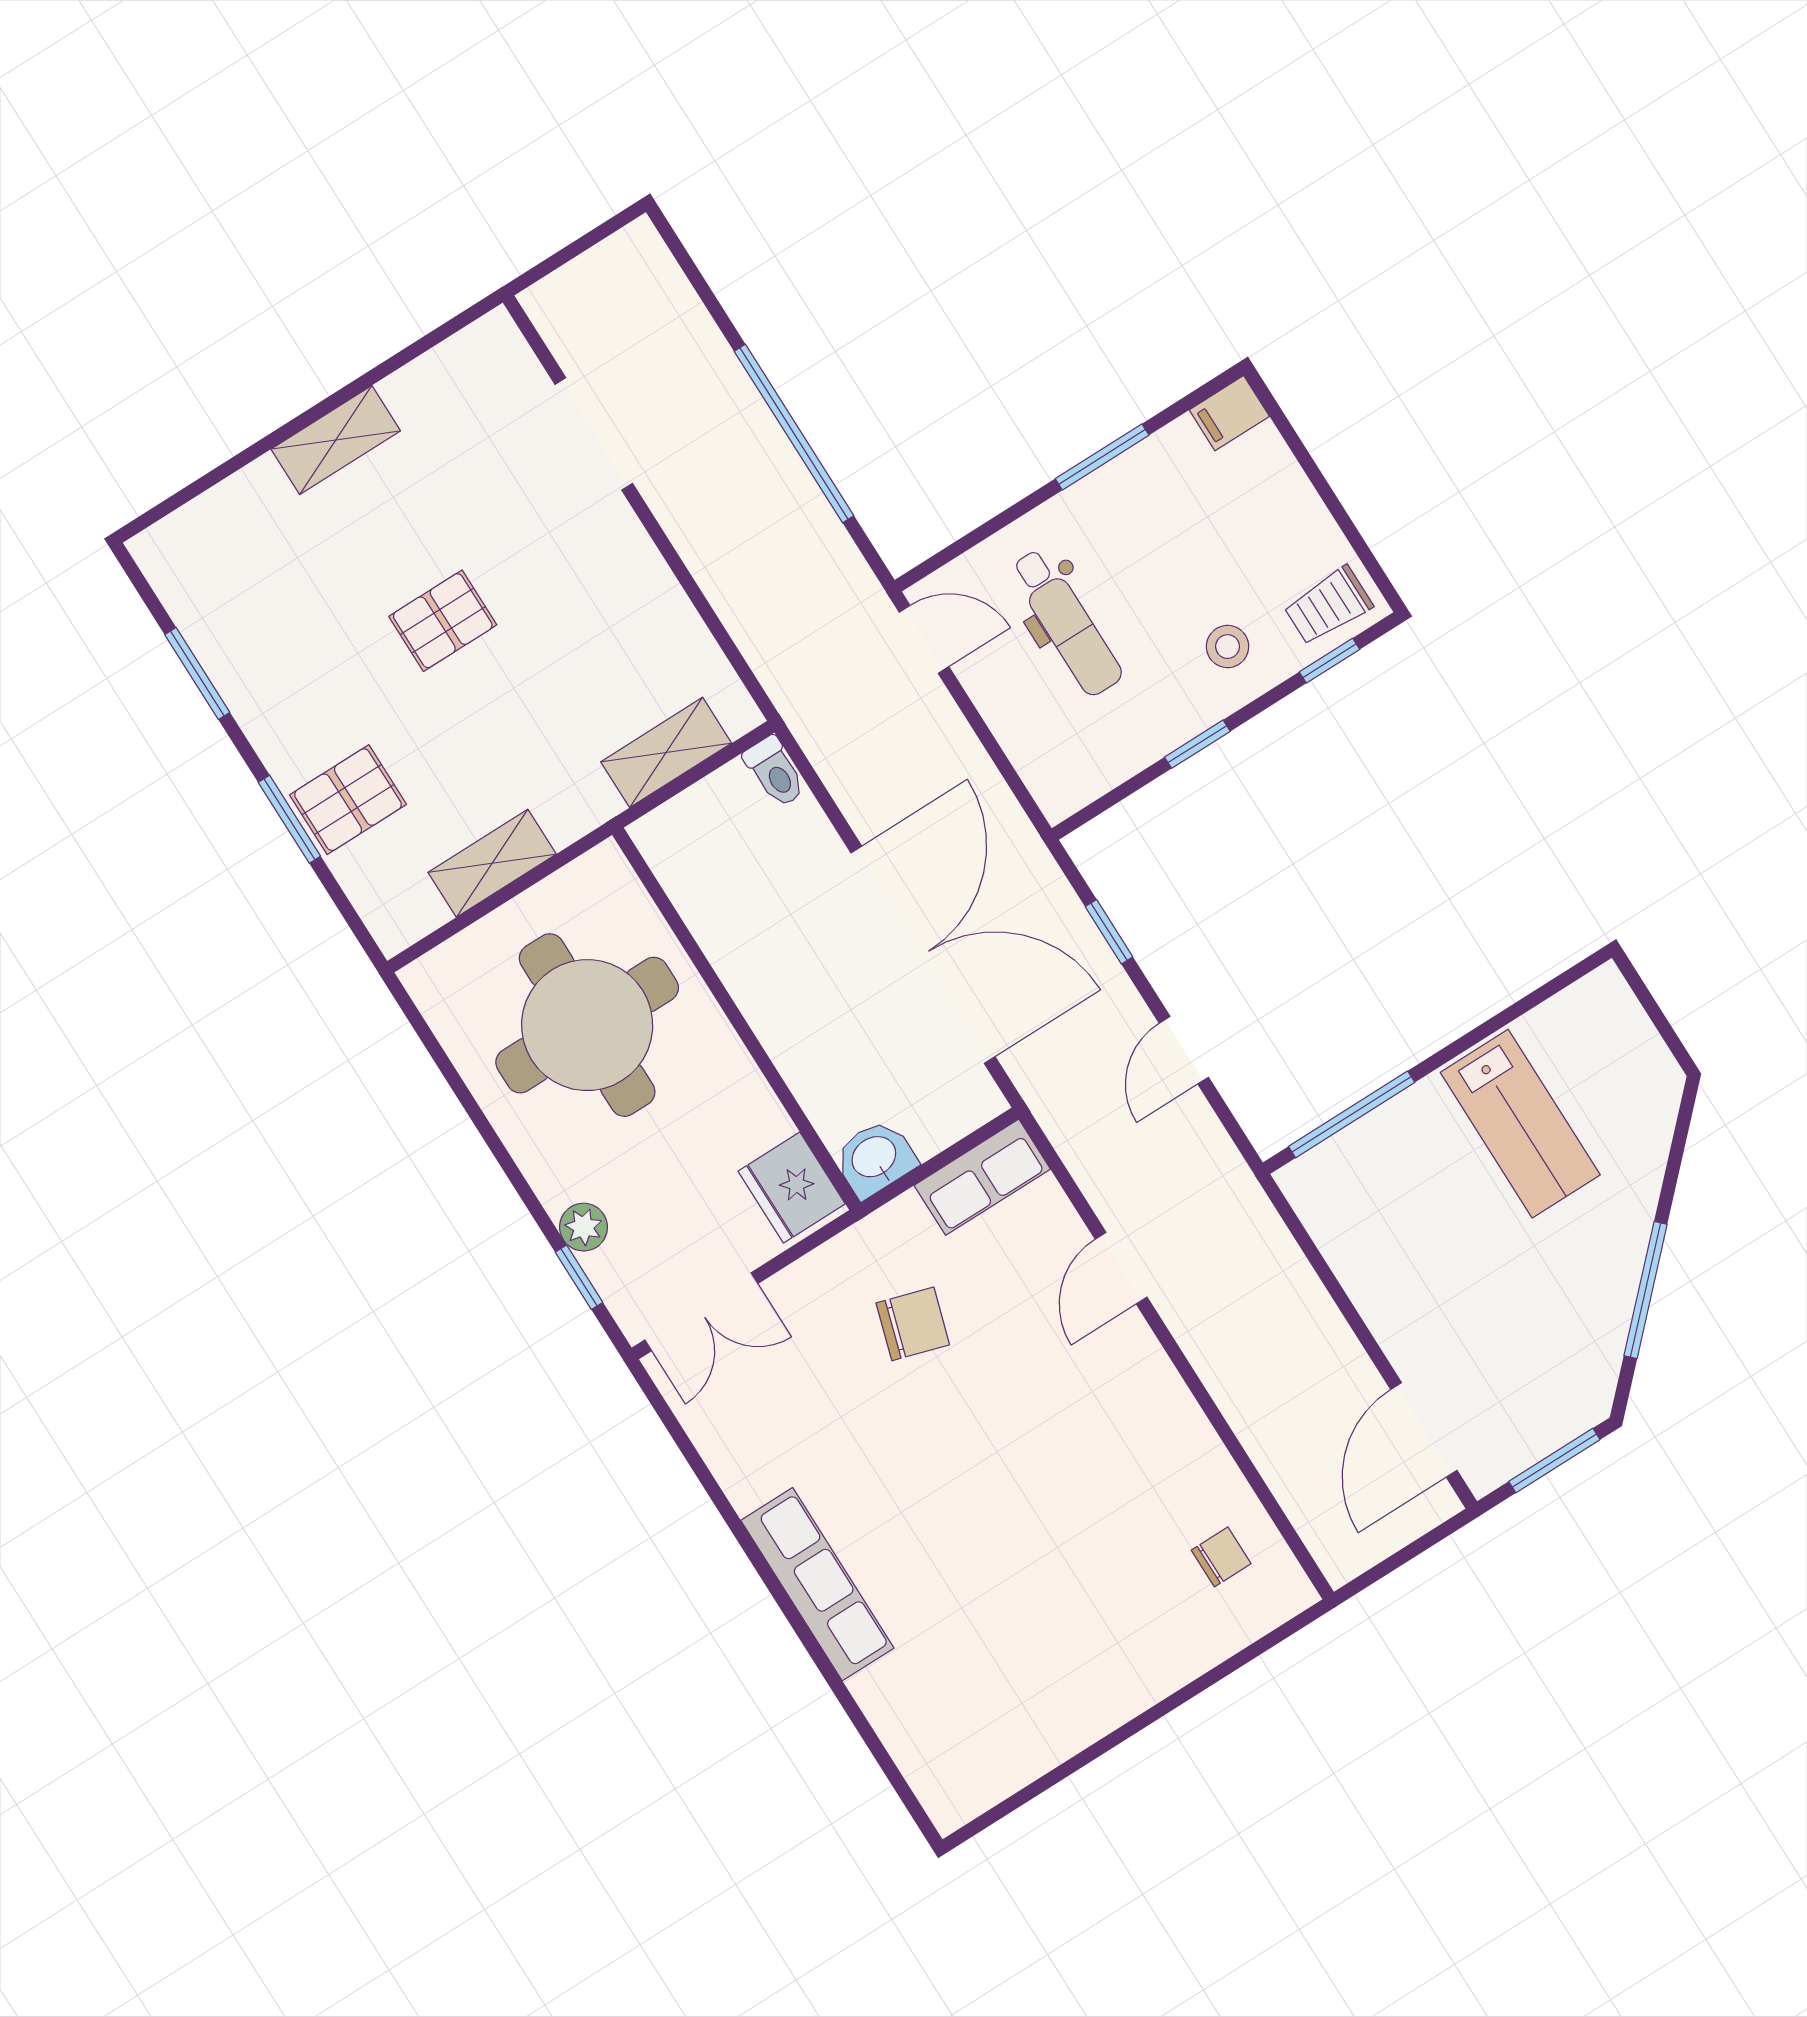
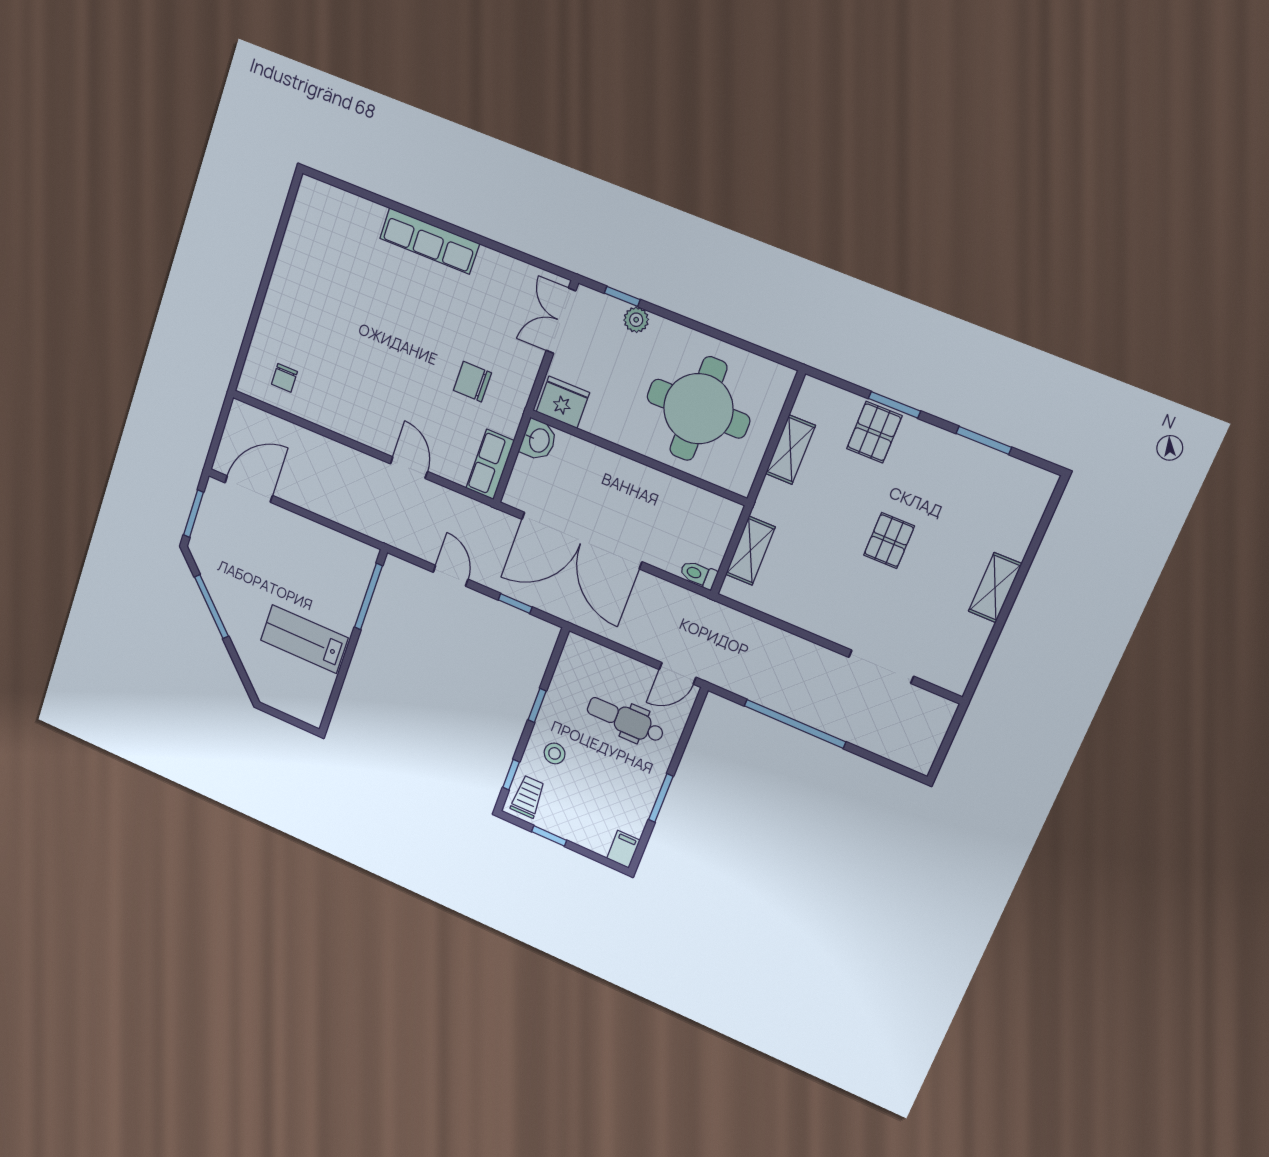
window: (1341, 517) -> (549, 836), added
chair: (913, 1324) -> (472, 382), turned 73
door: (1424, 1430) -> (249, 489), hinge flipped

